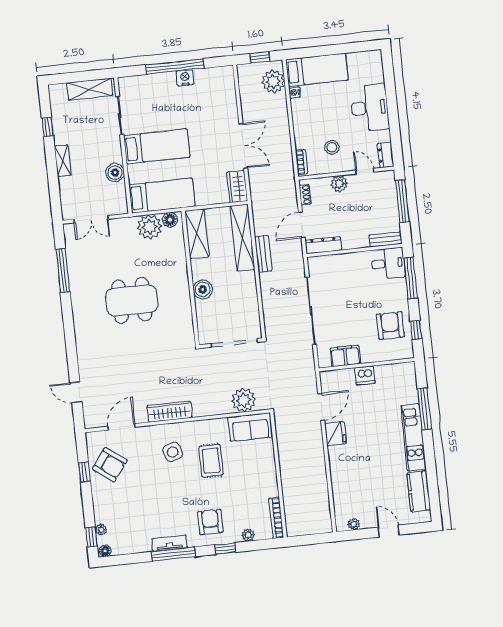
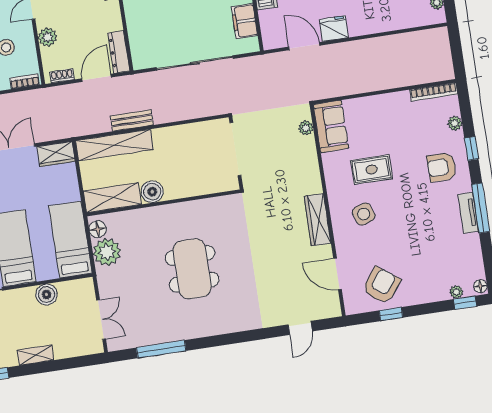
door: (302, 225) -> (97, 78), swing flipped
boiler: (203, 289) -> (152, 192), moved
plant: (244, 400) -> (306, 128), width x0.53, depth x0.53

